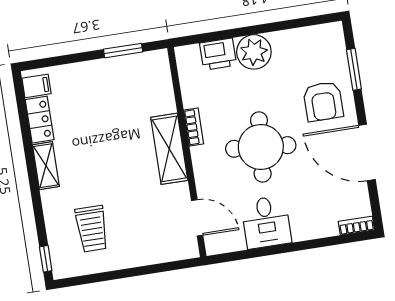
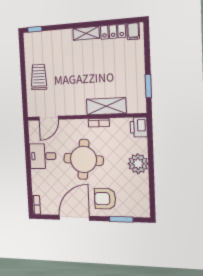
printer: (218, 54) -> (139, 127), moved
shelving: (169, 149) -> (106, 106), moved
trolley: (92, 229) -> (39, 77), moved, turned 91

